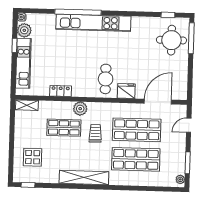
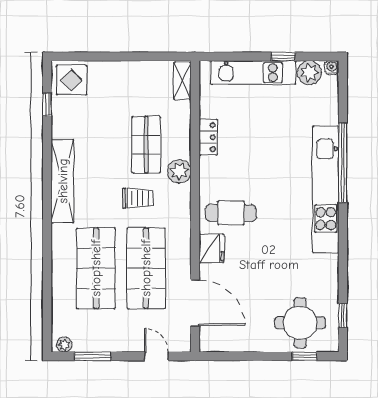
window: (191, 38) -> (304, 356), width x0.46
display table: (33, 157) -> (72, 80), moved
window: (28, 185) -> (47, 104), moved

